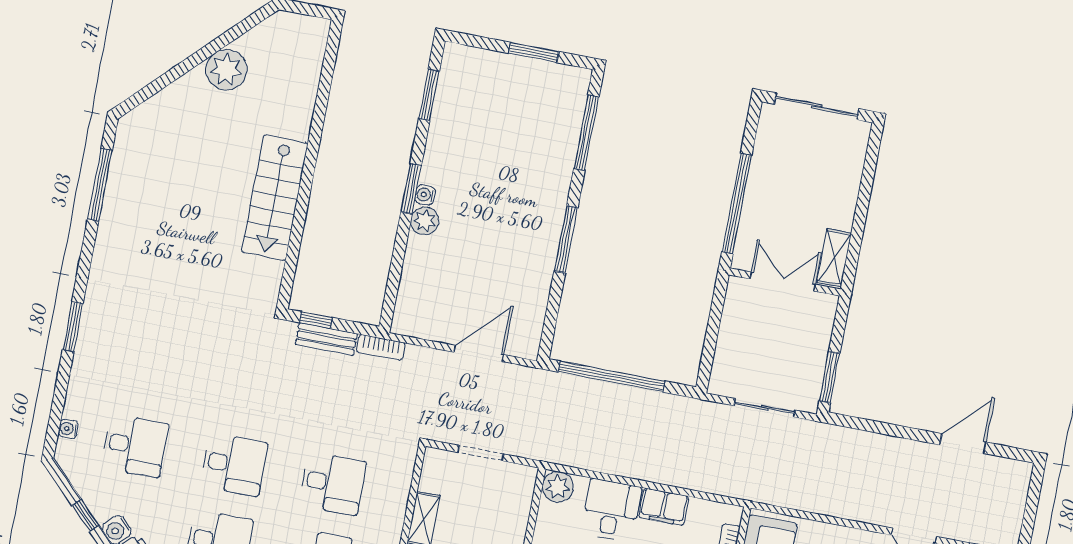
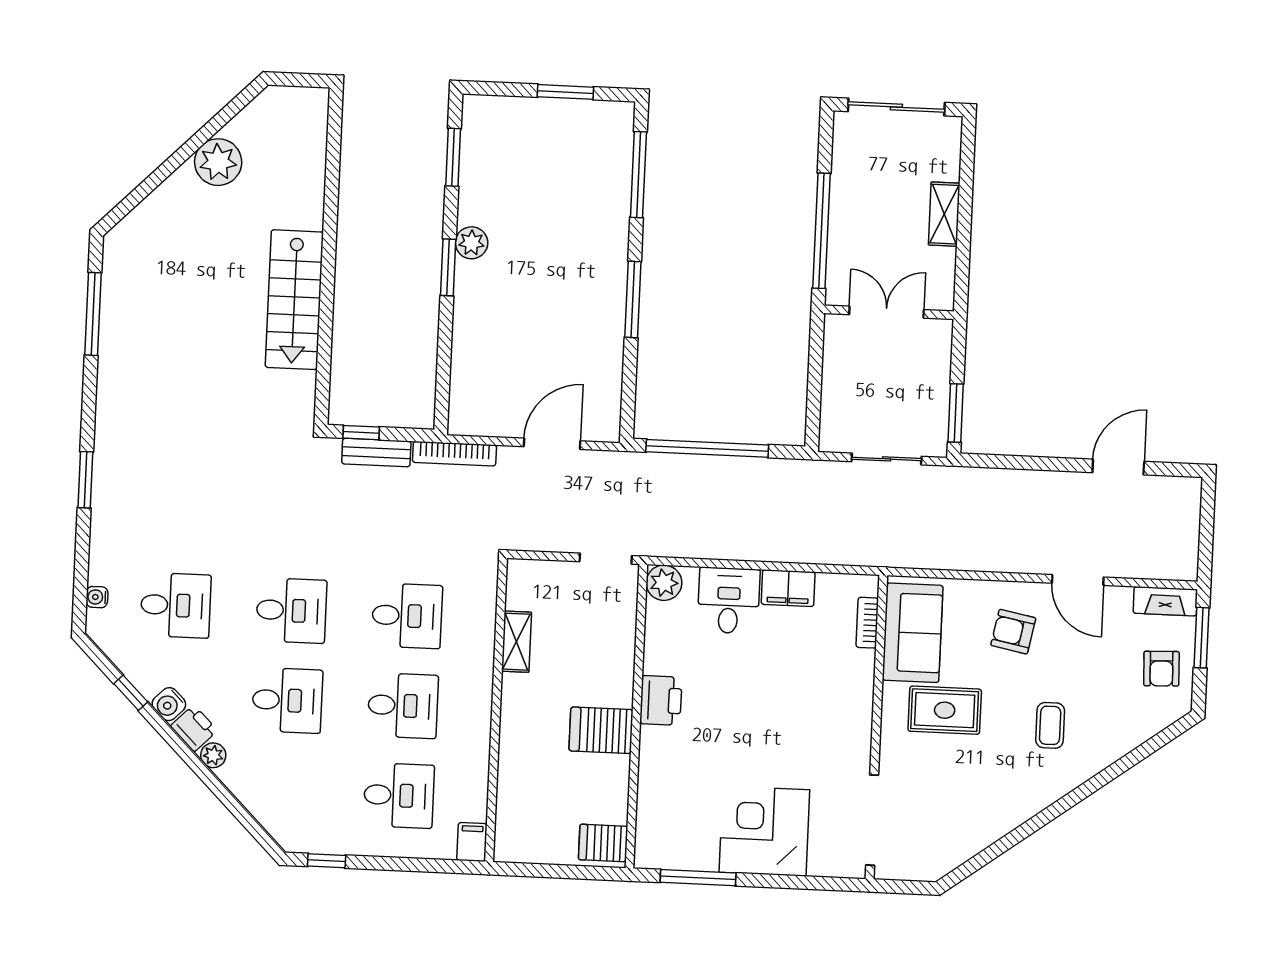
water cooler: (425, 195) -> (465, 272), removed
plant: (425, 221) -> (472, 243), moved
shelving: (834, 258) -> (944, 214), moved
bookcase: (381, 347) -> (454, 454), width x1.56
doorway: (481, 453) -> (606, 559), moved

